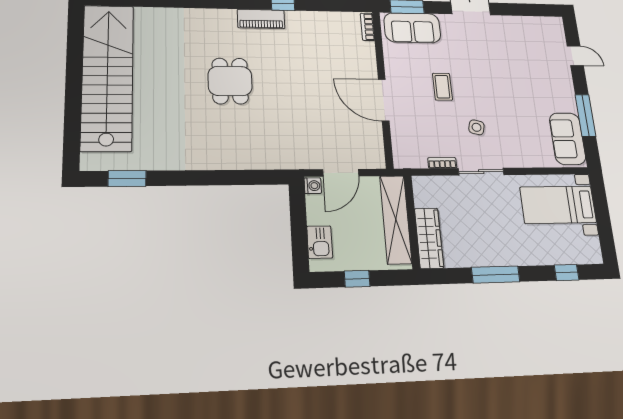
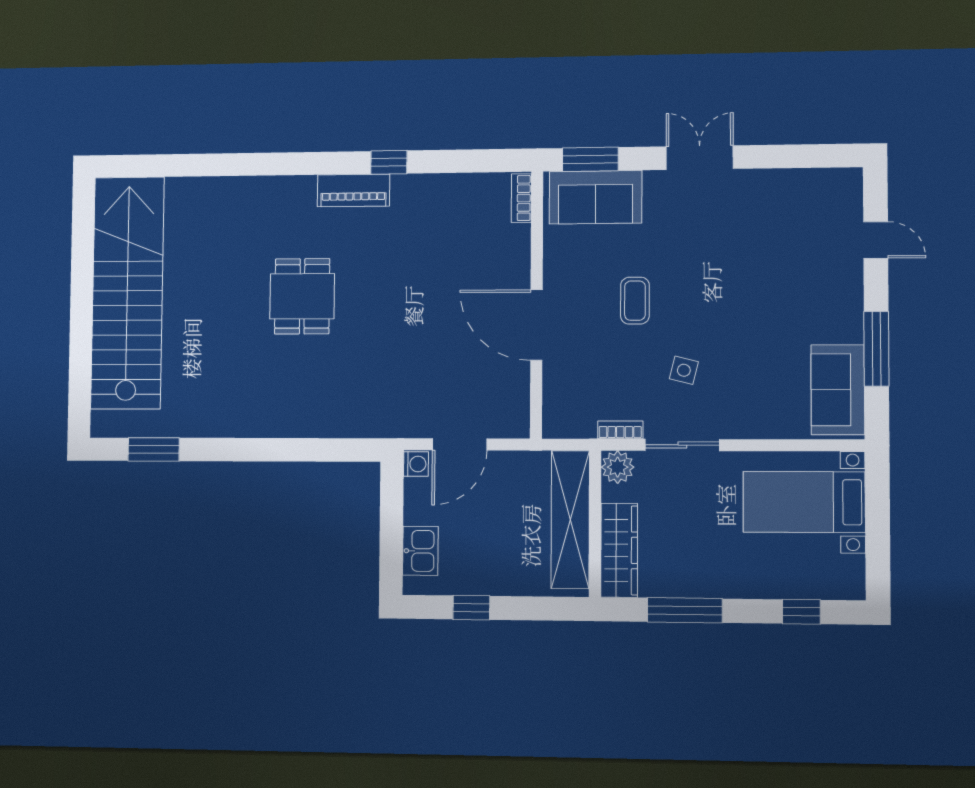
plant: (443, 186) -> (618, 467), added
shelving: (396, 219) -> (570, 520), moved
wall: (412, 222) -> (595, 524), moved
wardrobe: (429, 238) -> (619, 550), moved

